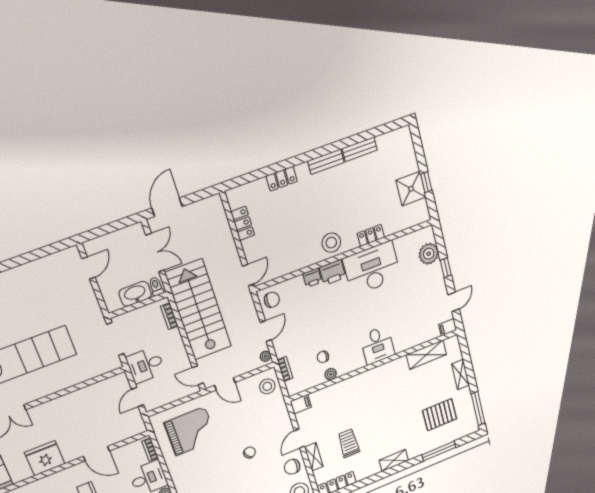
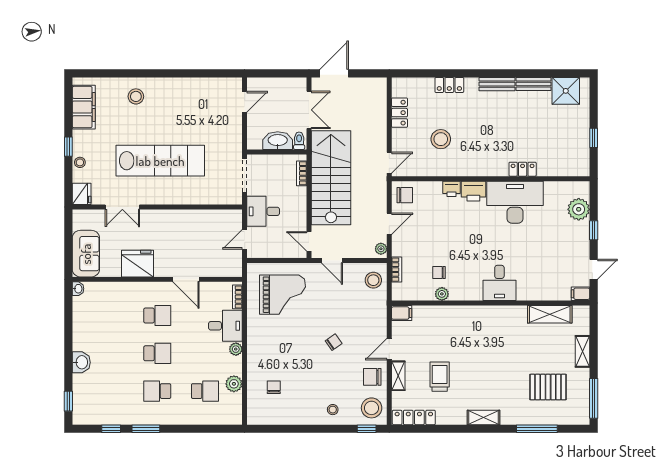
shower: (411, 189) -> (566, 91), moved
stool: (331, 243) -> (441, 139), moved

